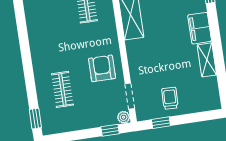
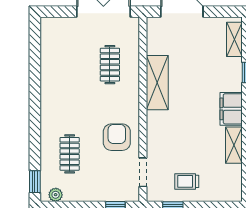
trolley: (170, 98) -> (187, 181), turned -92
plant: (124, 117) -> (56, 195), moved

